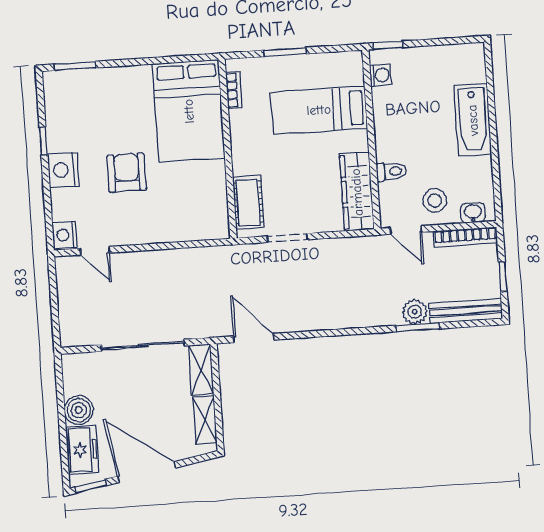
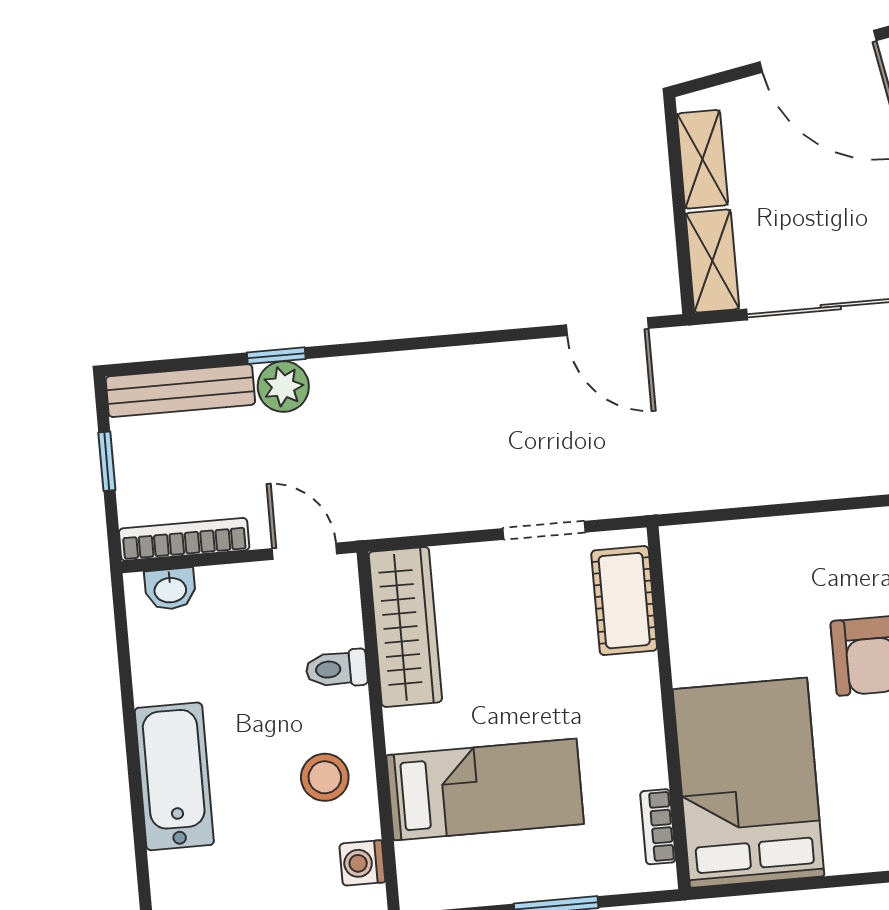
stool: (435, 201) -> (325, 777), moved
window: (418, 327) -> (276, 356), width x0.67

